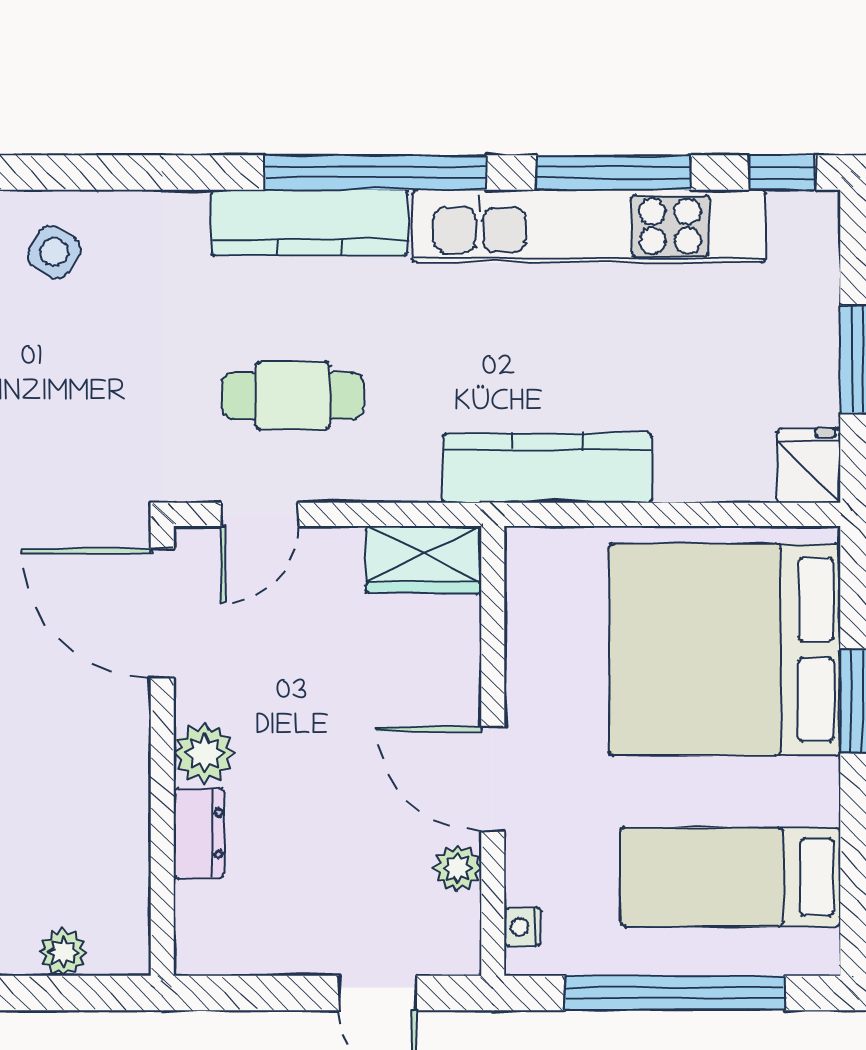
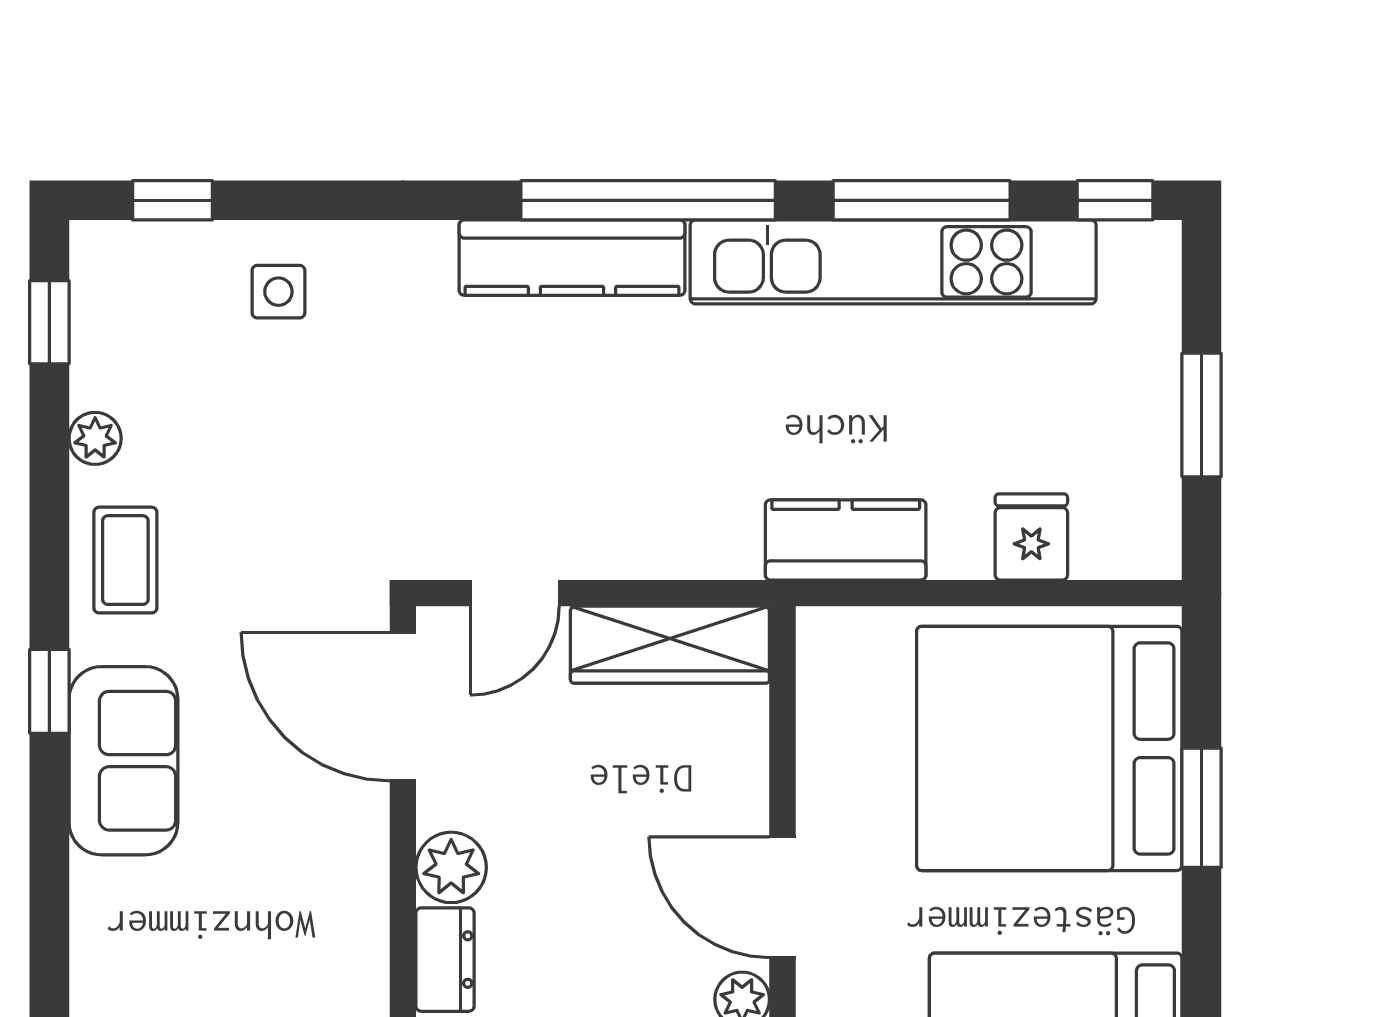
side table: (54, 252) -> (278, 292), turned -31
cafe table: (293, 396) -> (553, 457), removed
fridge: (809, 465) -> (1031, 537), moved
kitchen counter: (548, 468) -> (846, 540), width x0.67
wardrobe: (424, 559) -> (670, 645), width x1.50

